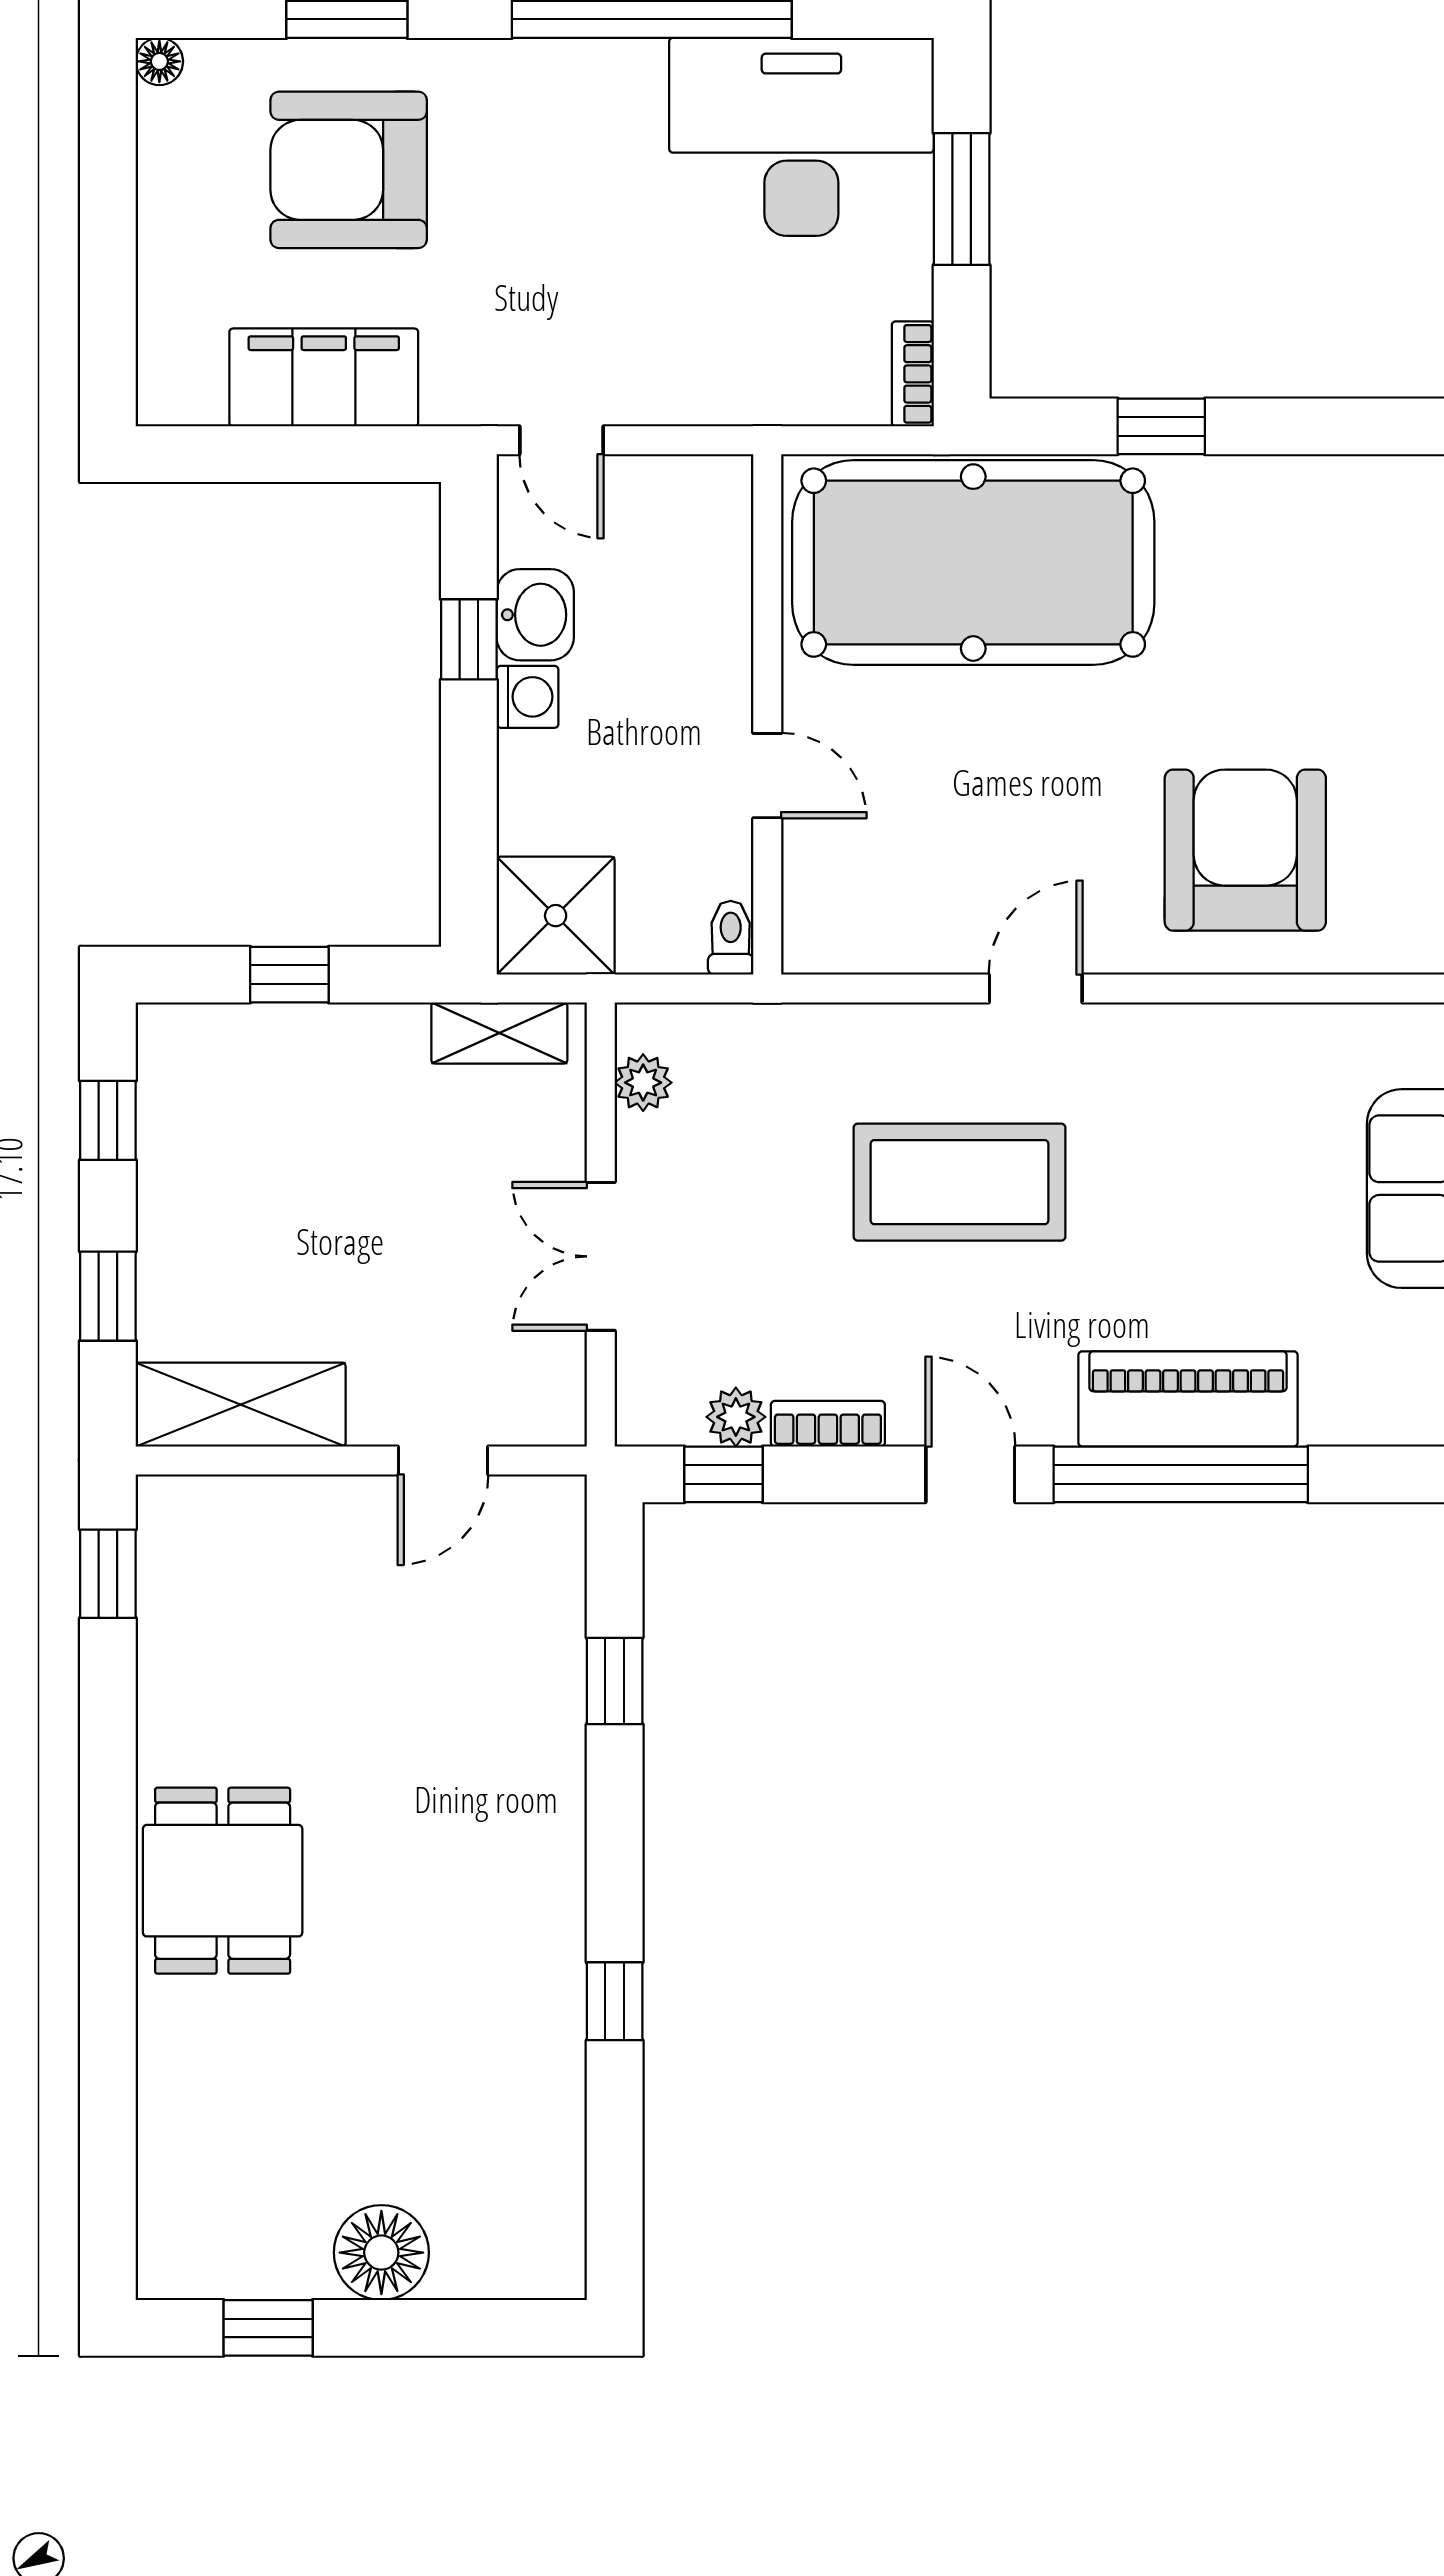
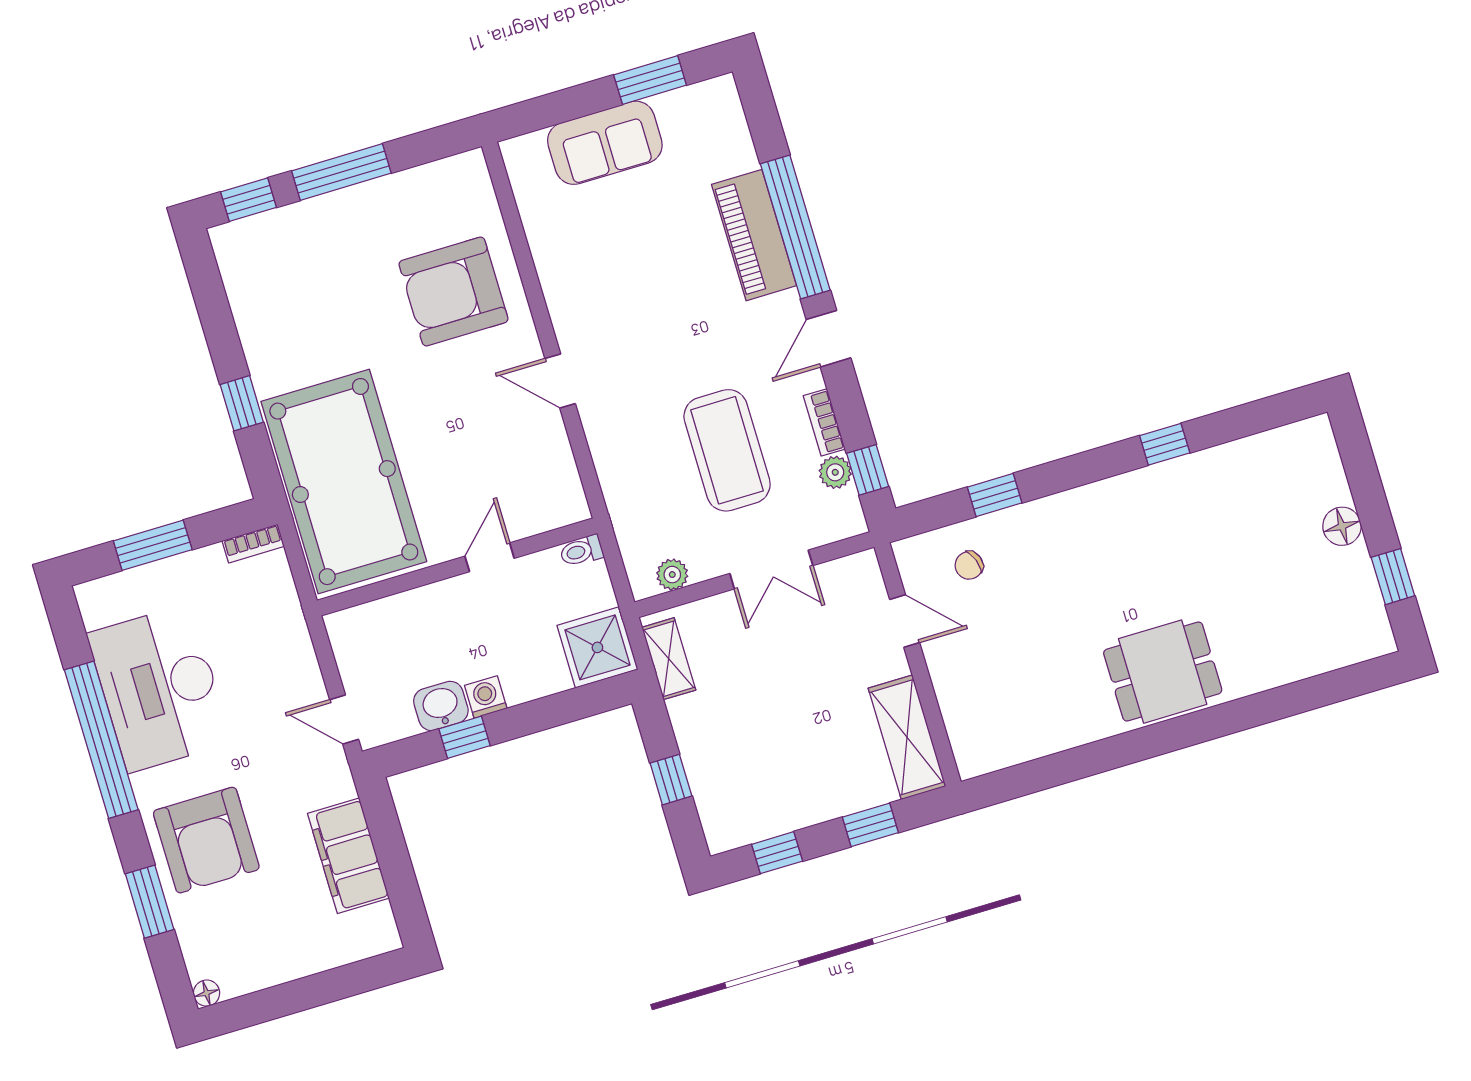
desk: (801, 137) -> (159, 688), moved
armchair: (349, 170) -> (206, 840), moved
door: (562, 440) -> (344, 720), swing flipped
coffee table: (959, 1182) -> (727, 450), moved
window: (108, 1574) -> (1018, 781), removed
chair: (506, 1600) -> (969, 565), added
floor lamp: (381, 2253) -> (1342, 526), width x0.73, depth x0.73

